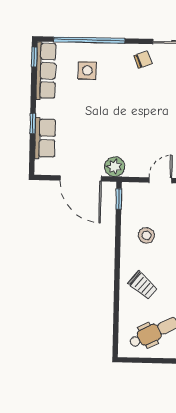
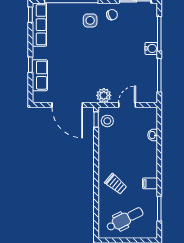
side table: (87, 70) -> (90, 20), moved
plant: (115, 167) -> (104, 95), moved
stool: (146, 235) -> (107, 121), moved

